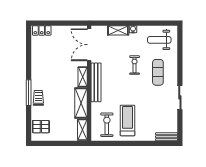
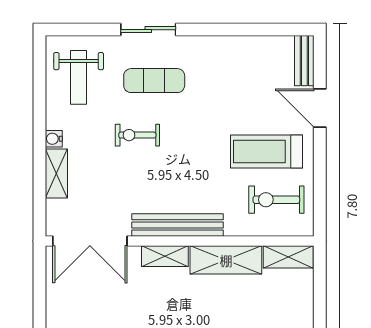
sliding door: (180, 97) -> (148, 30), moved
door: (146, 143) -> (320, 108), added

